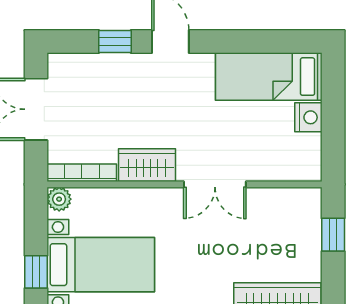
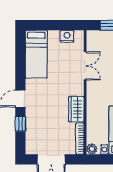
nightstand: (308, 117) -> (67, 36), moved
double door: (215, 184) -> (85, 66), moved

